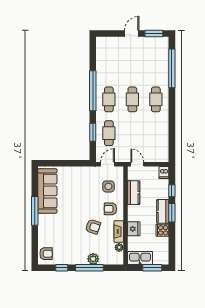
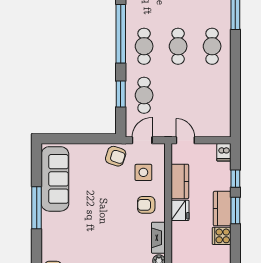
armchair: (93, 227) -> (116, 156), moved
fridge: (134, 229) -> (180, 210), moved

